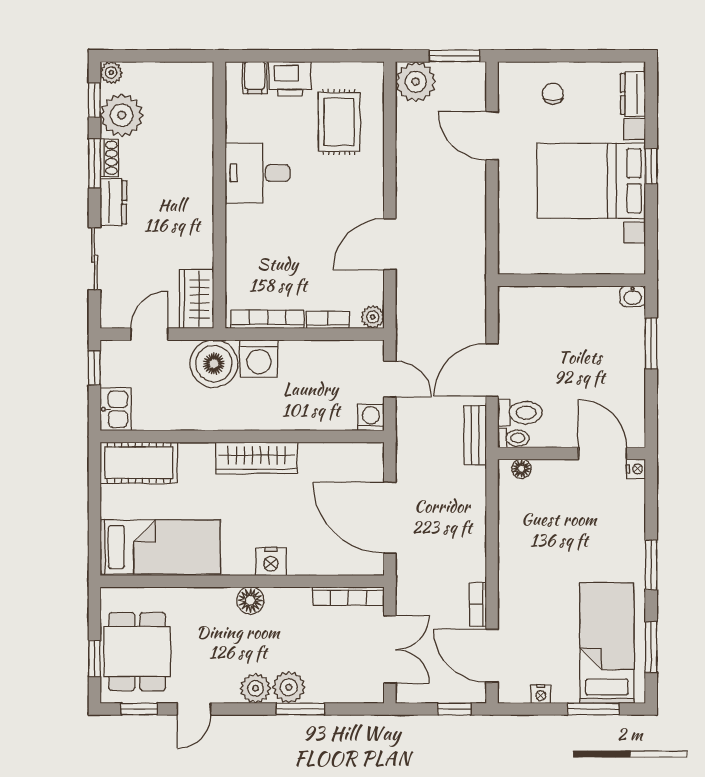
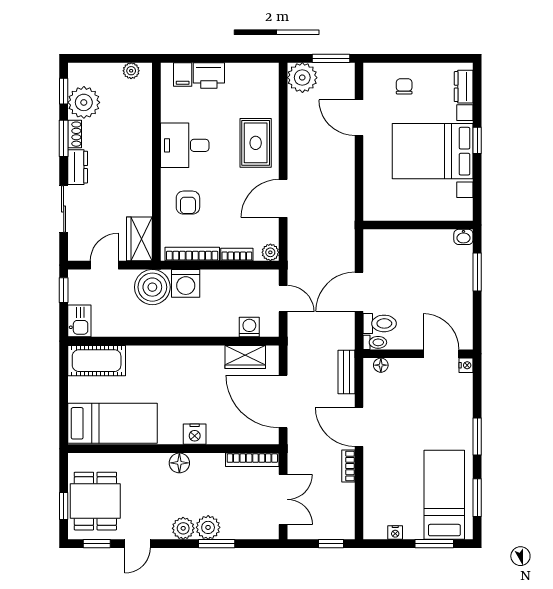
plant: (111, 73) -> (131, 71), moved
rug: (339, 122) -> (256, 143), moved
armchair: (262, 250) -> (188, 203), added
washing machine: (371, 417) -> (249, 327), moved
bench: (475, 435) -> (346, 372), moved
wardrobe: (257, 458) -> (245, 357), moved, width x0.67
door: (492, 656) -> (359, 427), moved

